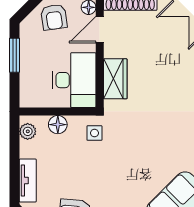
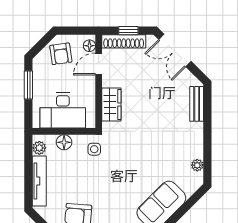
desk: (74, 80) -> (63, 110), moved, turned 90
tv unit: (28, 180) -> (39, 181), width x1.41

